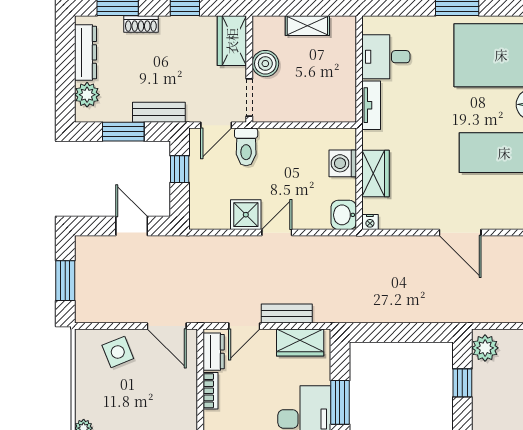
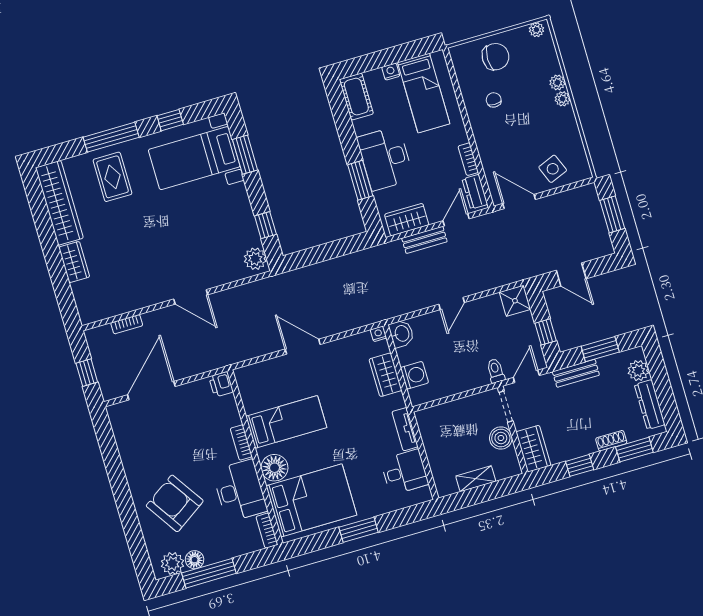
toilet: (246, 147) -> (496, 371), width x0.73, depth x0.72
shower: (246, 215) -> (515, 301), moved

